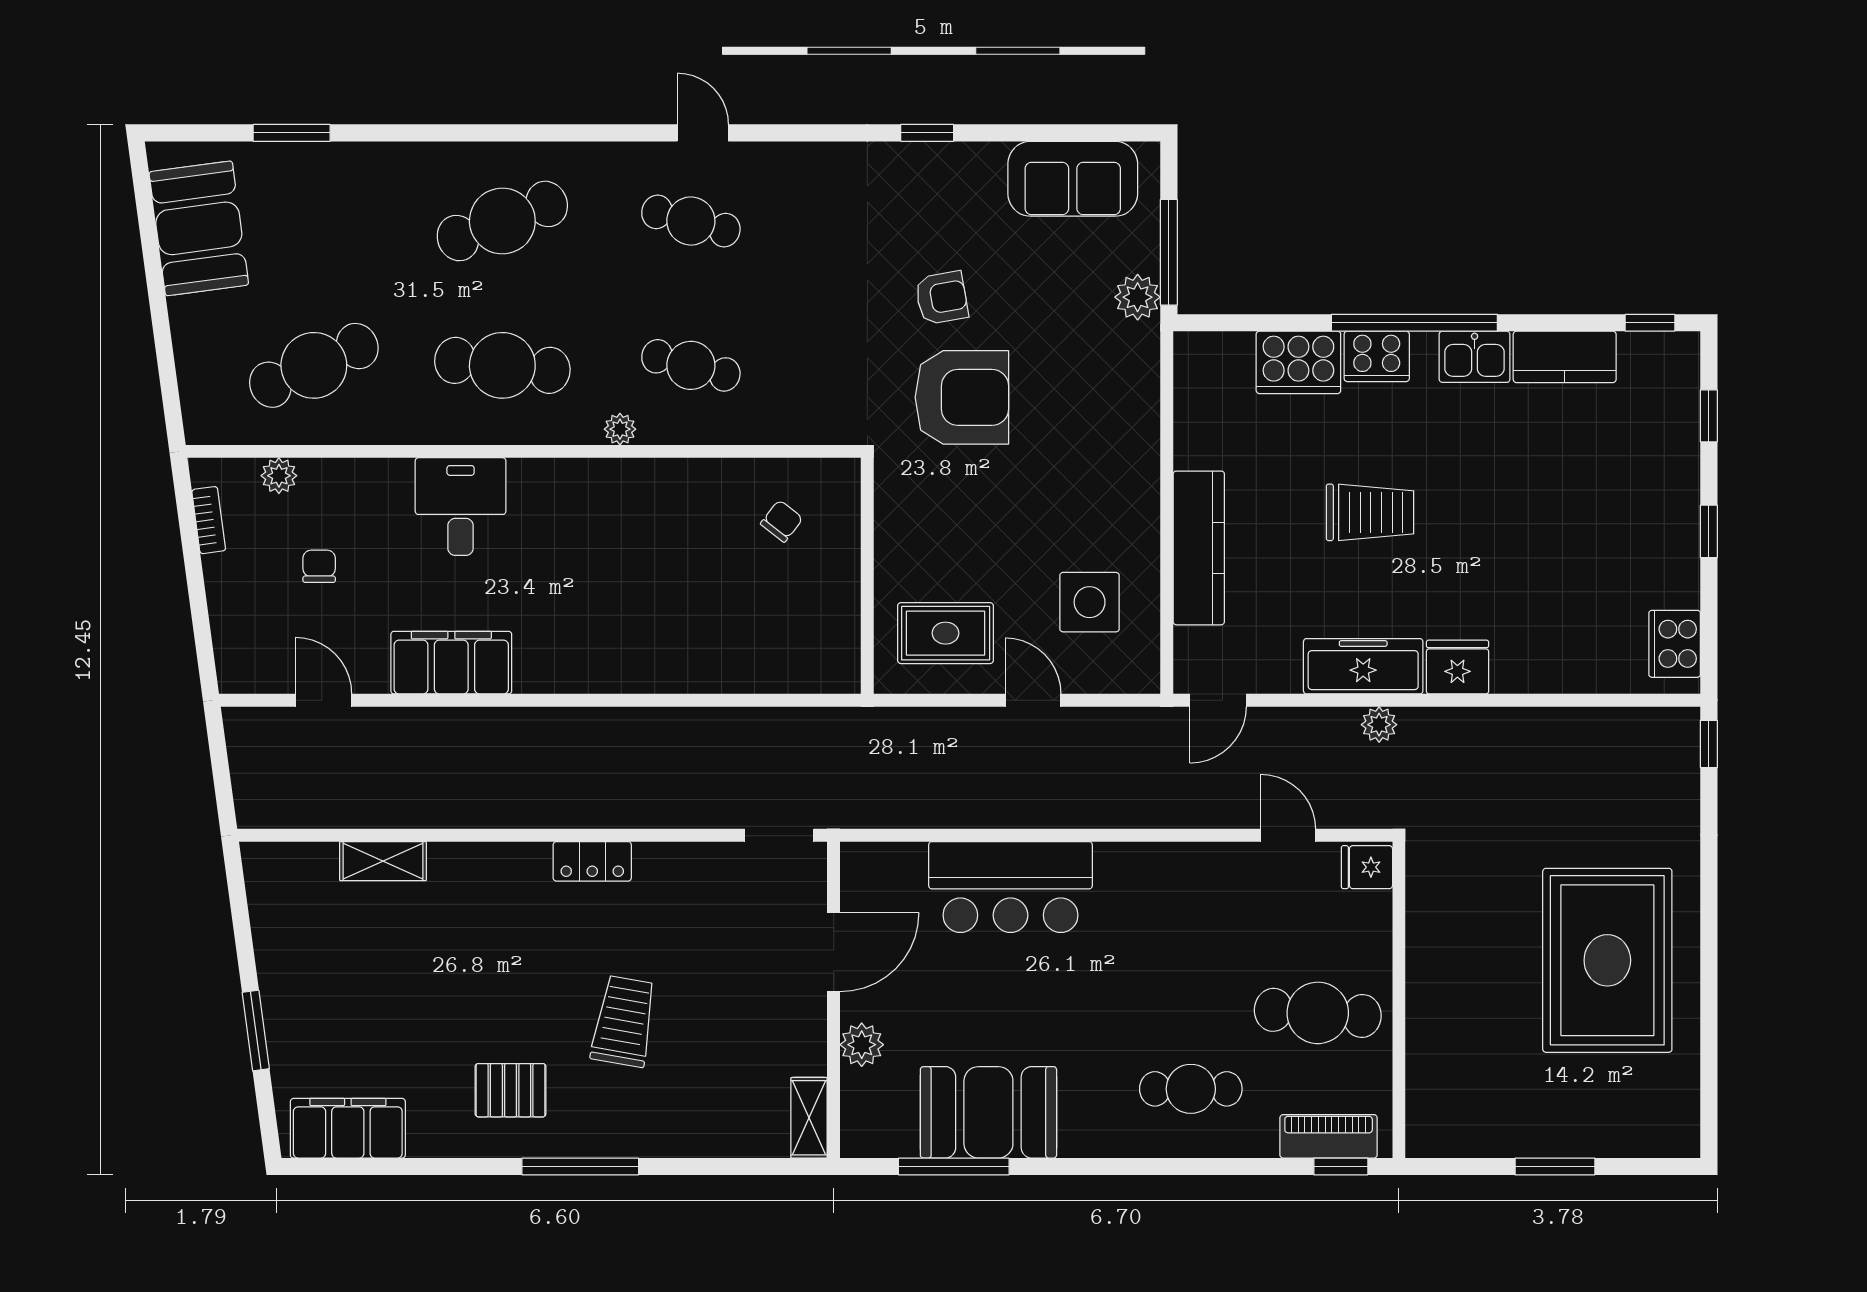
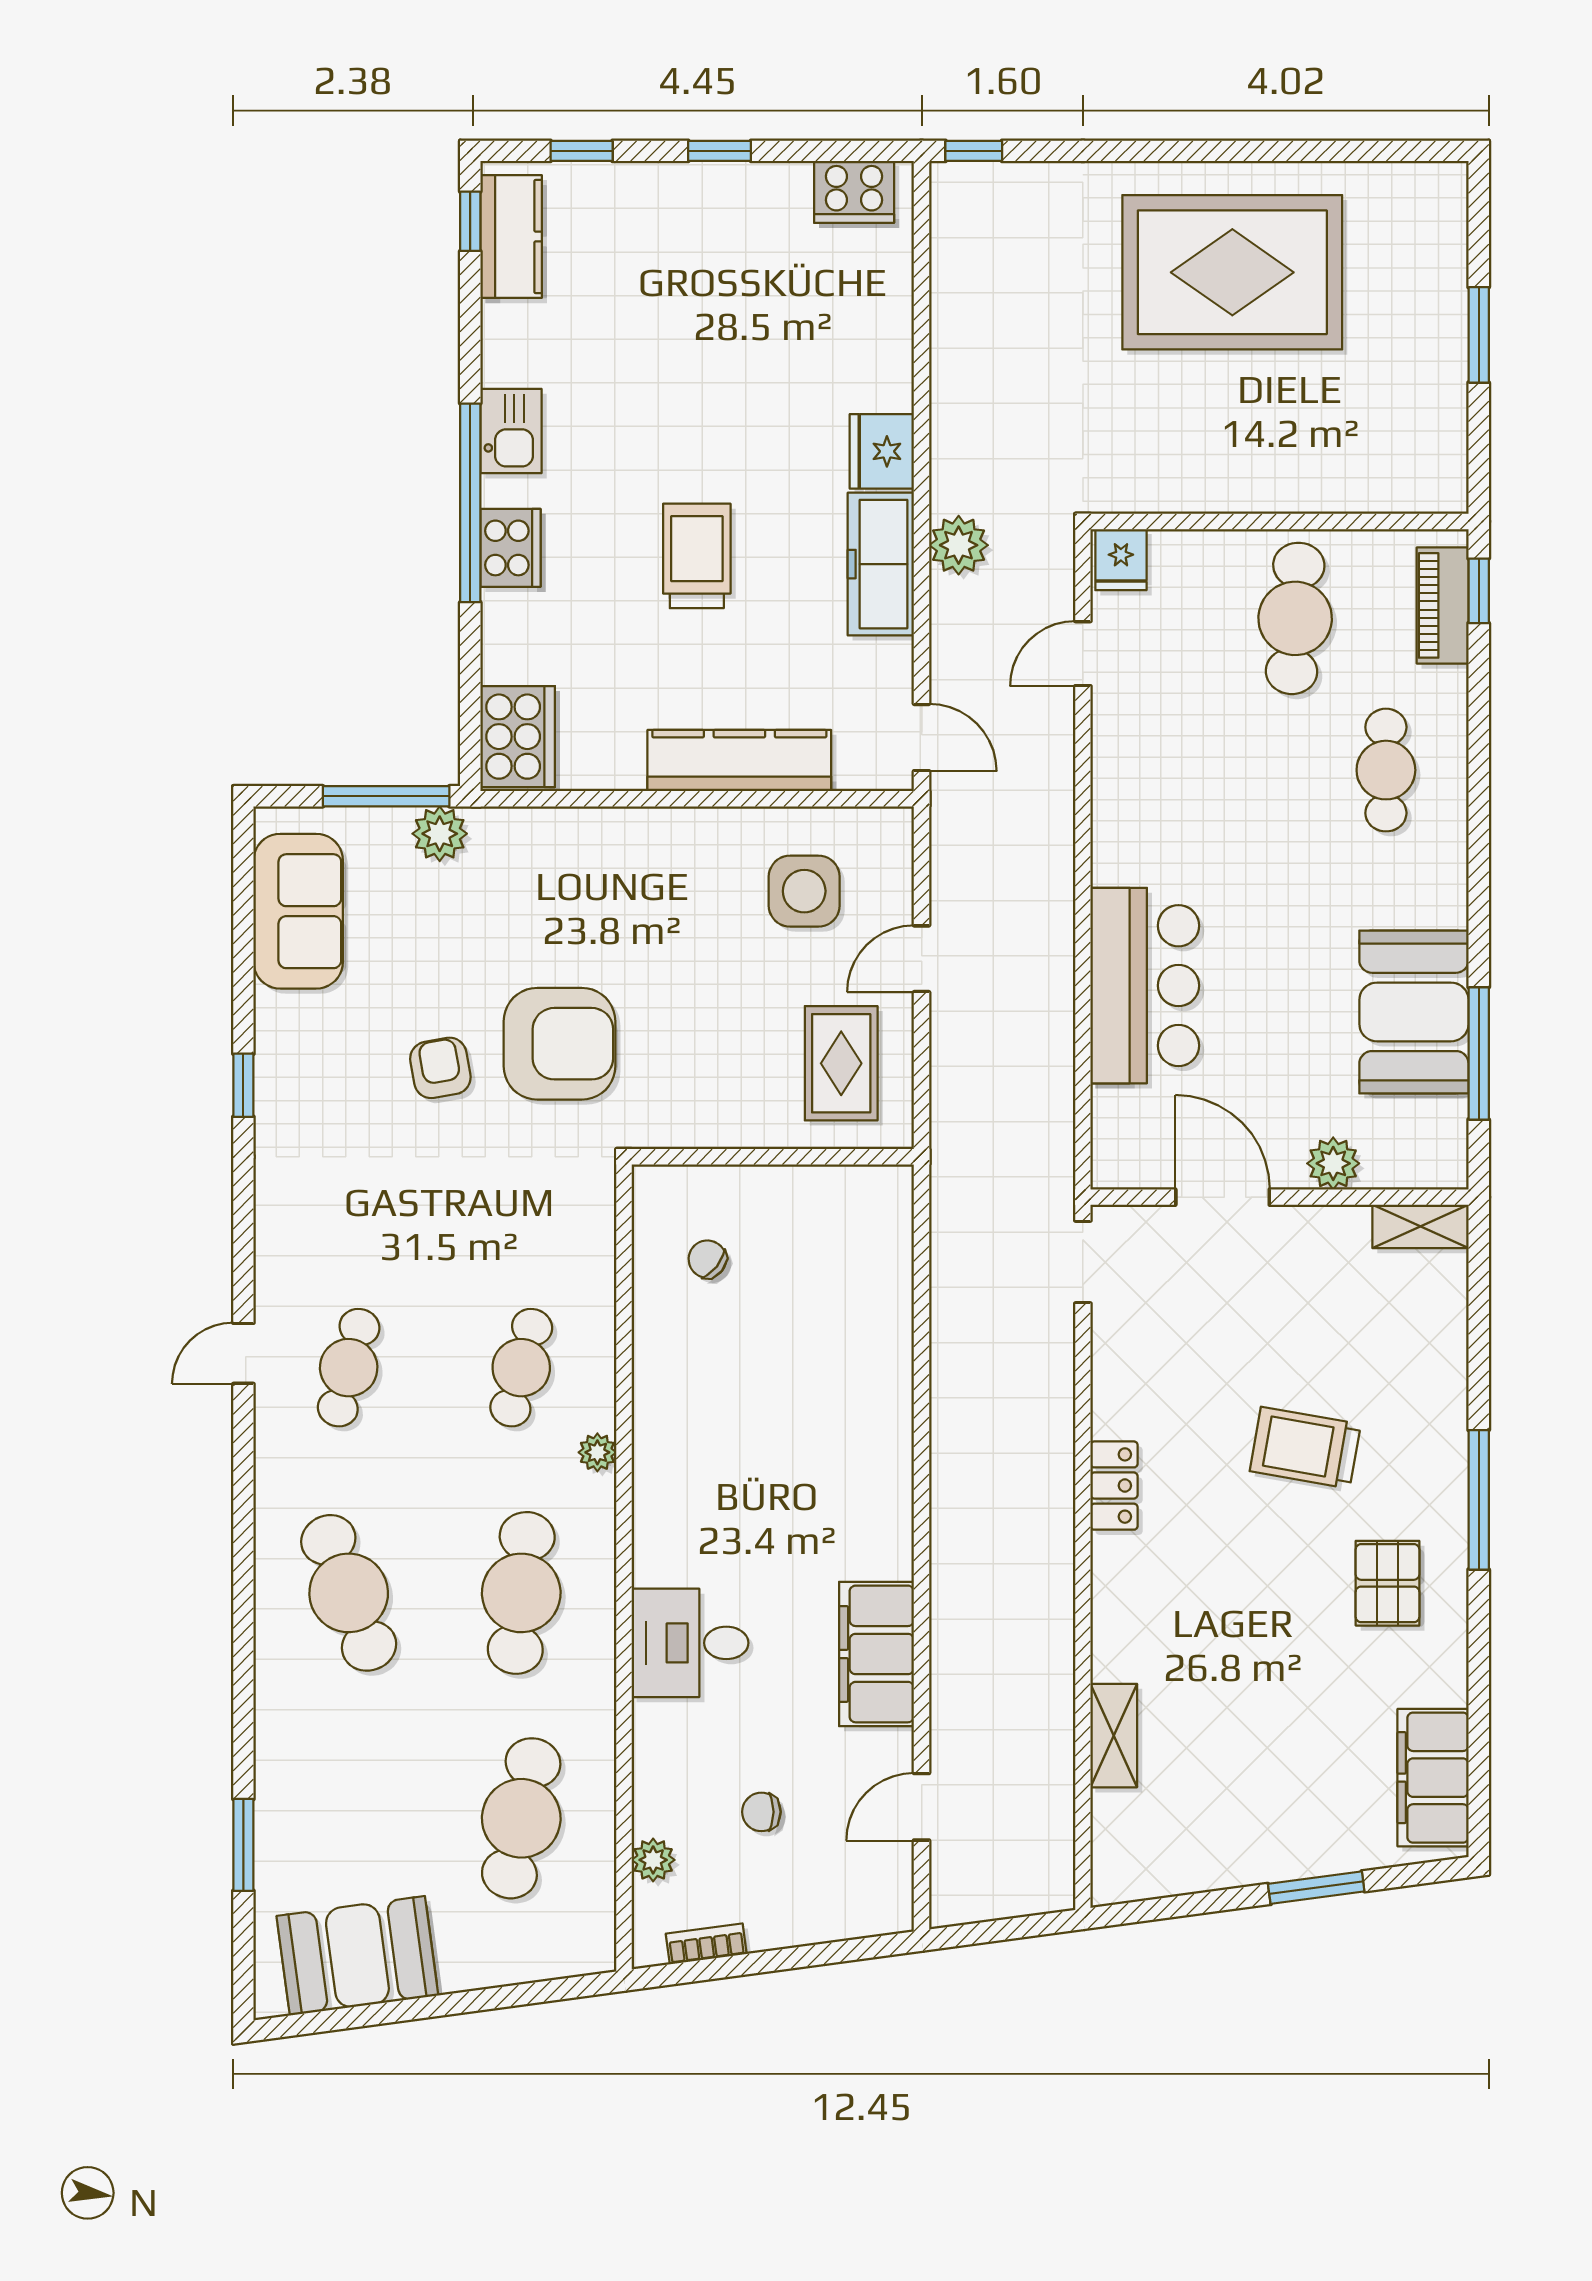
kitchen counter: (1565, 357) -> (511, 237), moved
cooker: (1298, 362) -> (518, 737), moved
cafe table: (314, 365) -> (521, 1818), turned 36
armchair: (962, 397) -> (560, 1044), turned 90
plant: (1379, 725) -> (959, 545), width x1.38, depth x1.38

